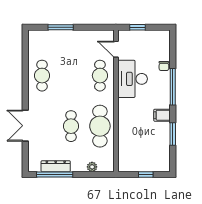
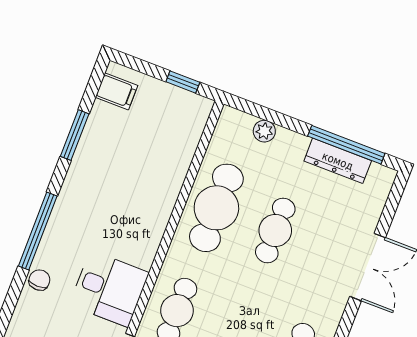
desk: (133, 79) -> (109, 289), width x0.73
filing cabinet: (162, 115) -> (116, 91), moved
window: (146, 175) -> (183, 82), moved

